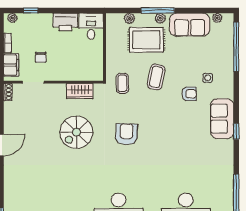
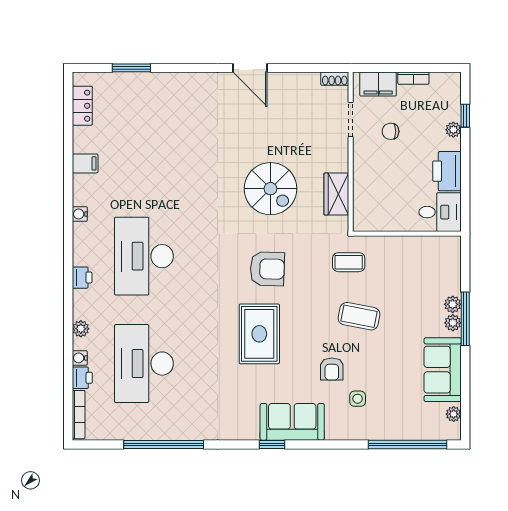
plant: (12, 18) -> (453, 130), moved
plant: (130, 18) -> (453, 304), moved
rug: (146, 40) -> (259, 334), moved
spiral stairs: (76, 132) -> (271, 189), turned 180

